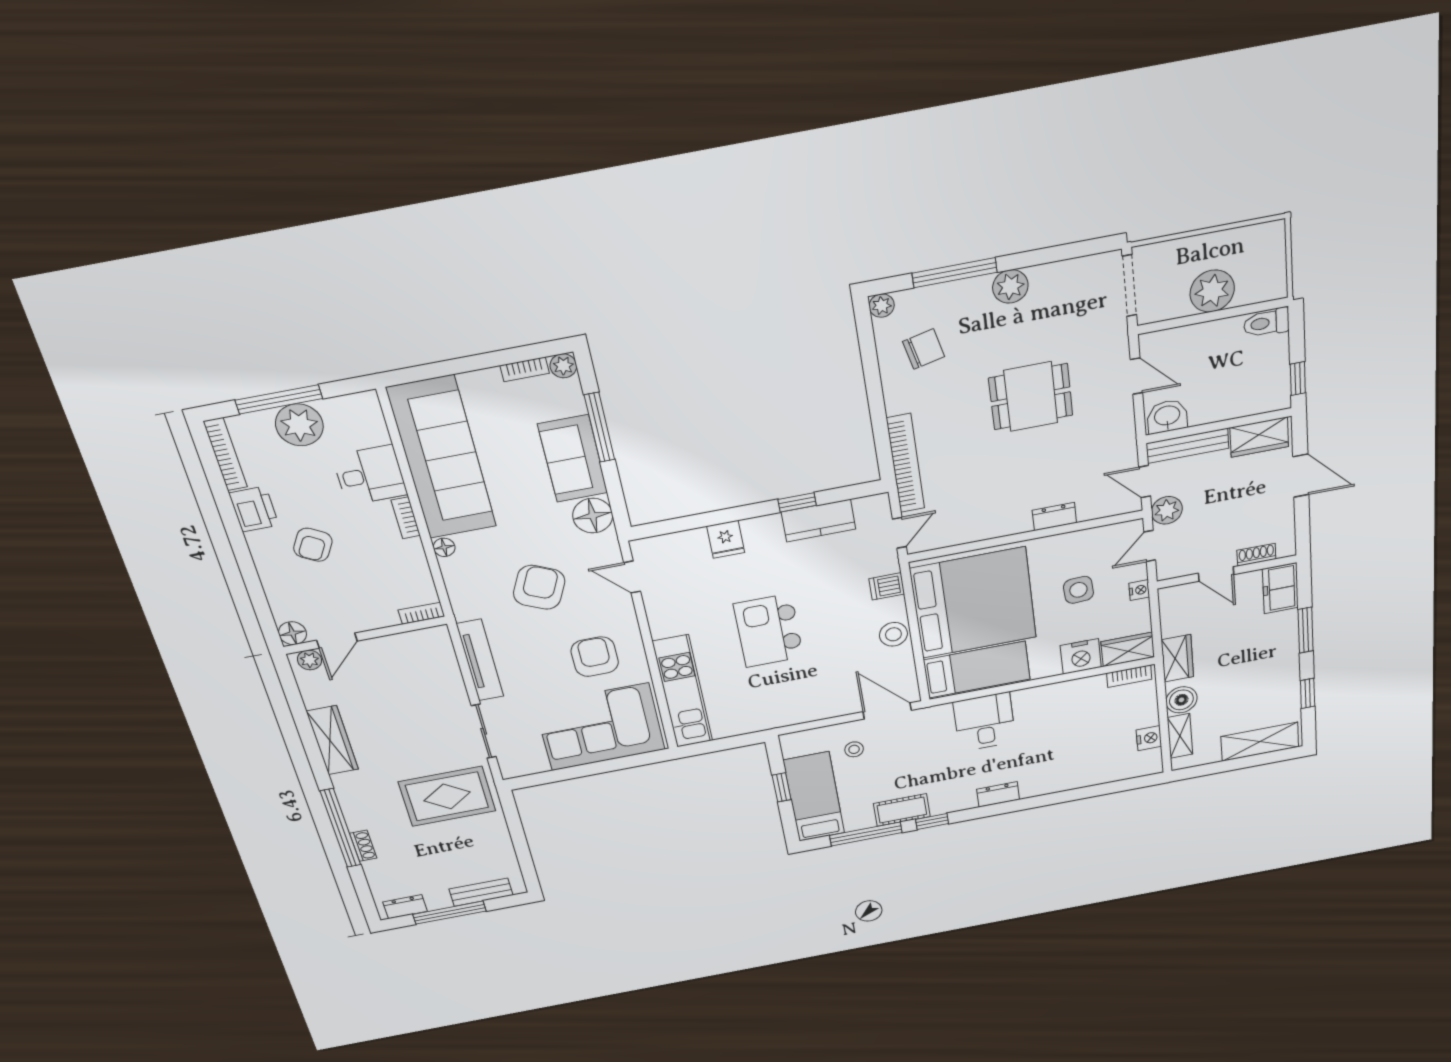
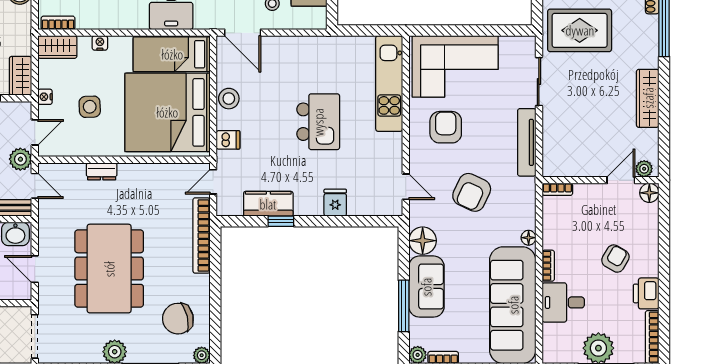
chair: (924, 349) -> (178, 319), width x1.37, depth x1.37
dining table: (1031, 397) -> (109, 269), width x1.88, depth x1.24
nightstand: (1081, 656) -> (100, 43), width x0.53, depth x0.56
armchair: (595, 657) -> (446, 127), turned 180
wardrobe: (1177, 658) -> (20, 76), moved

